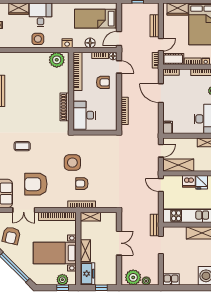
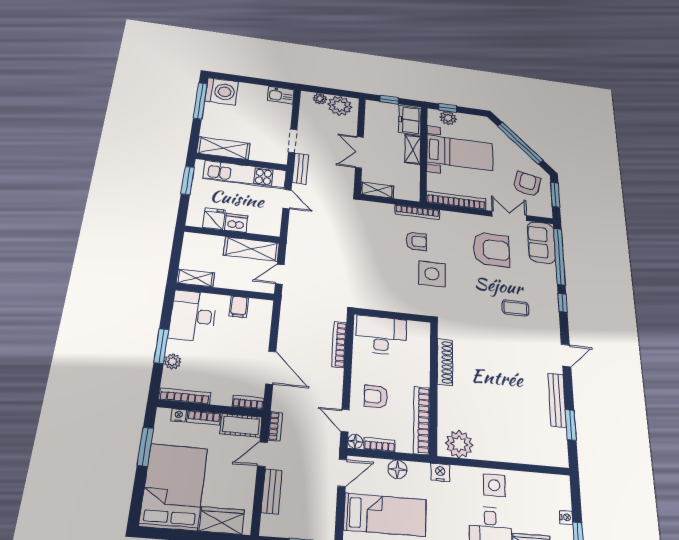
desk: (84, 115) -> (381, 335), moved, turned -90
filing cabinet: (168, 127) -> (239, 307), moved
door: (161, 185) -> (287, 199), moved
shelving: (90, 217) -> (377, 190), moved

